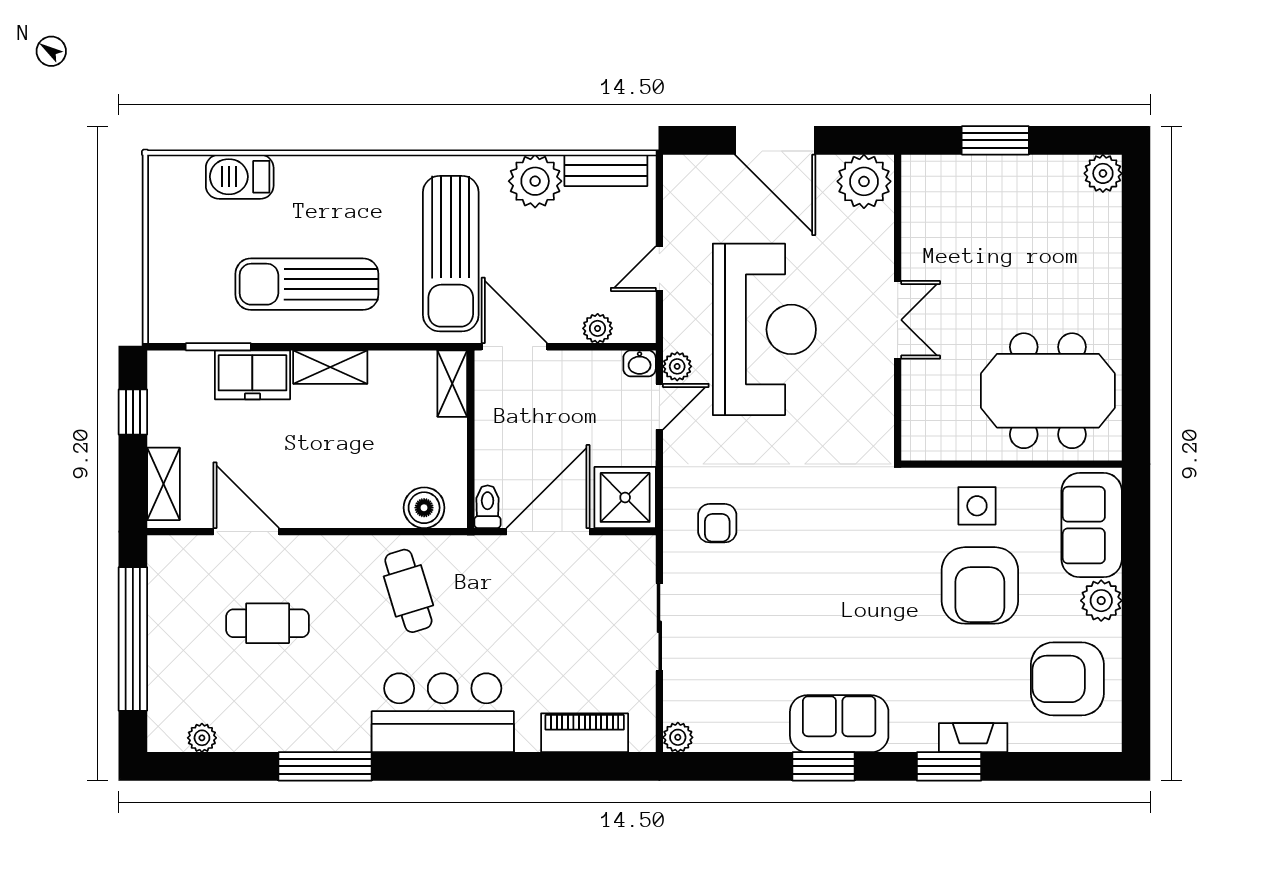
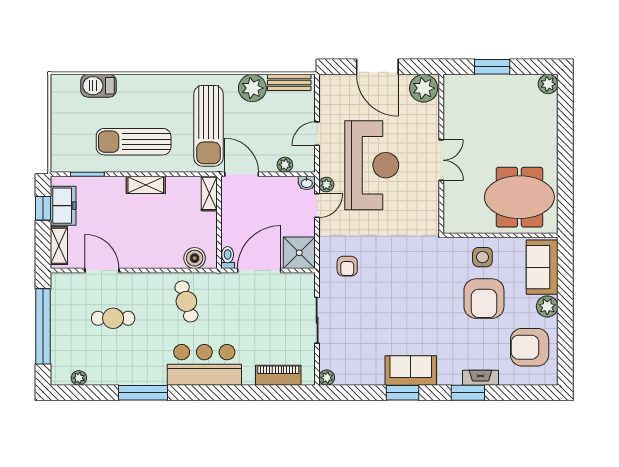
freezer: (252, 375) -> (63, 206), moved, turned -90

